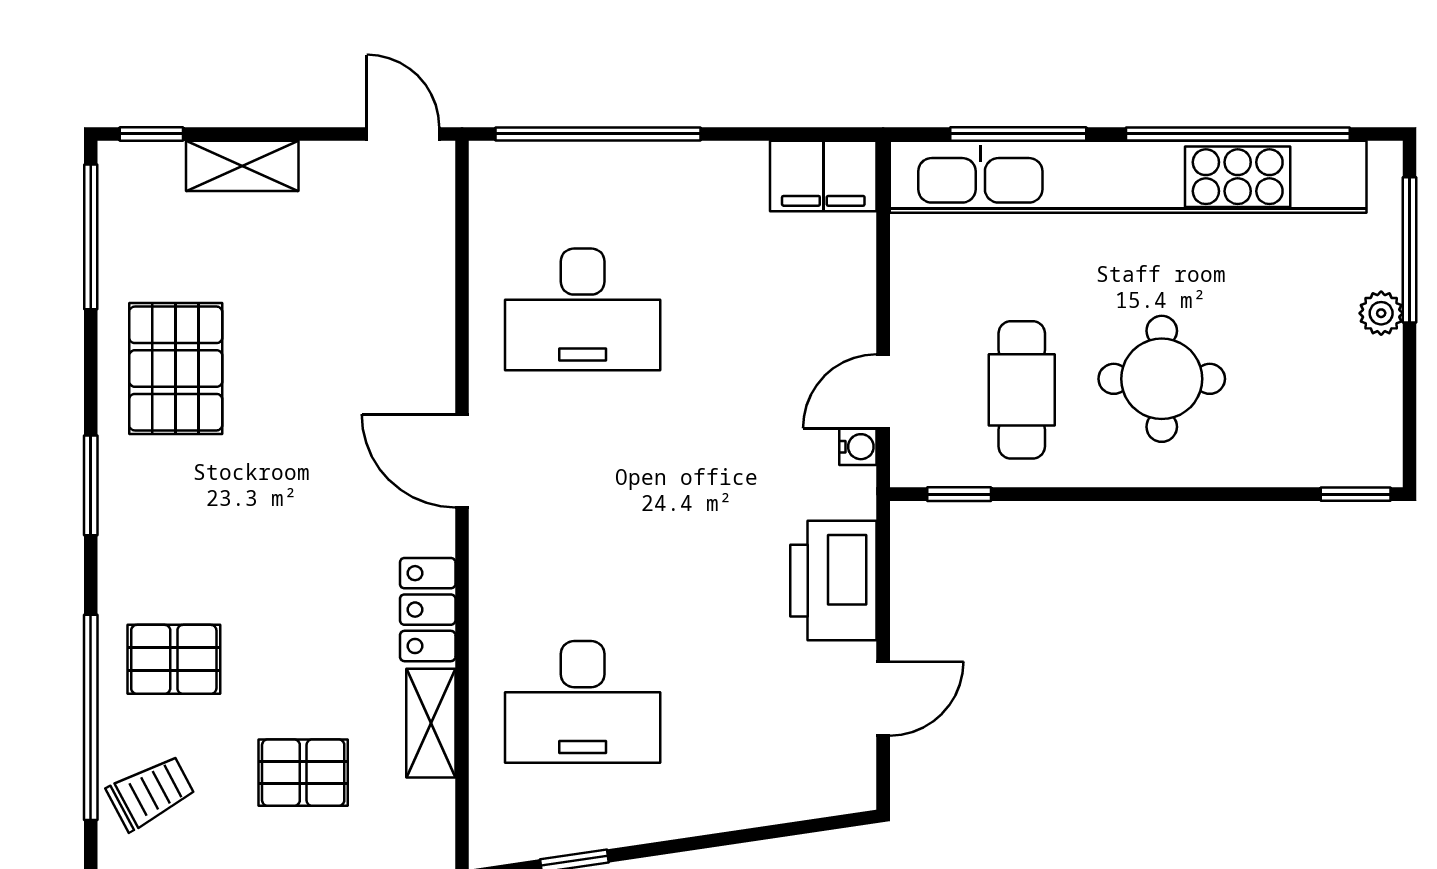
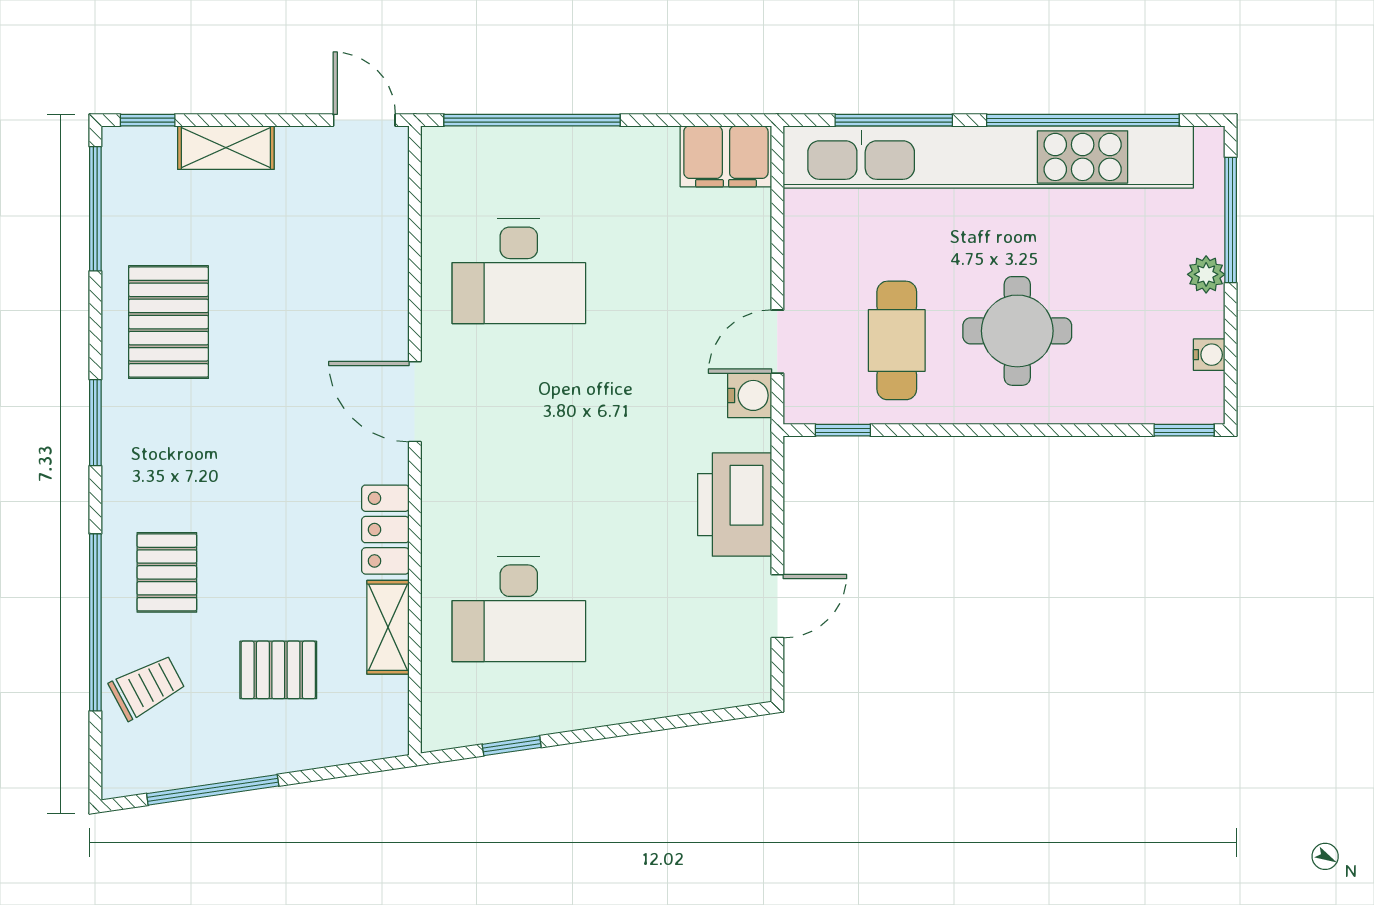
water cooler: (1385, 406) -> (1209, 355), added
water cooler: (858, 447) -> (750, 395), width x1.38, depth x1.38
pallet: (174, 659) -> (167, 572), turned 90

